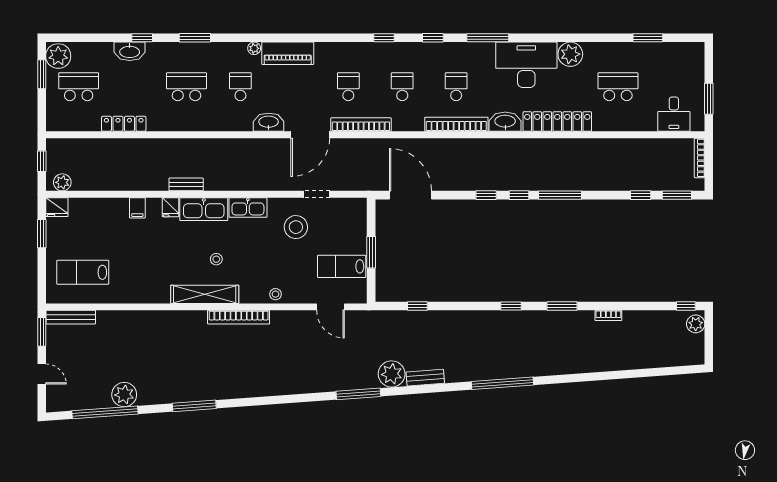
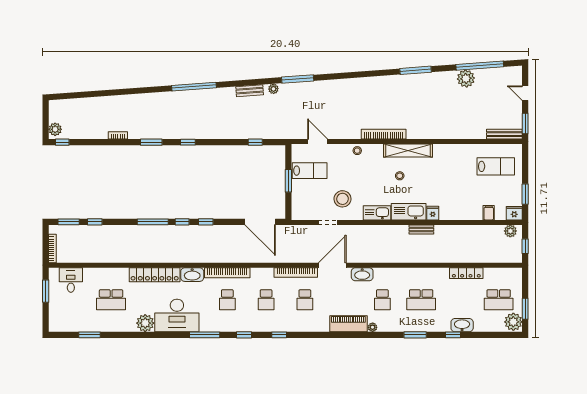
filing cabinet: (137, 208) -> (489, 213), moved
plant: (392, 374) -> (273, 89), width x0.53, depth x0.53

